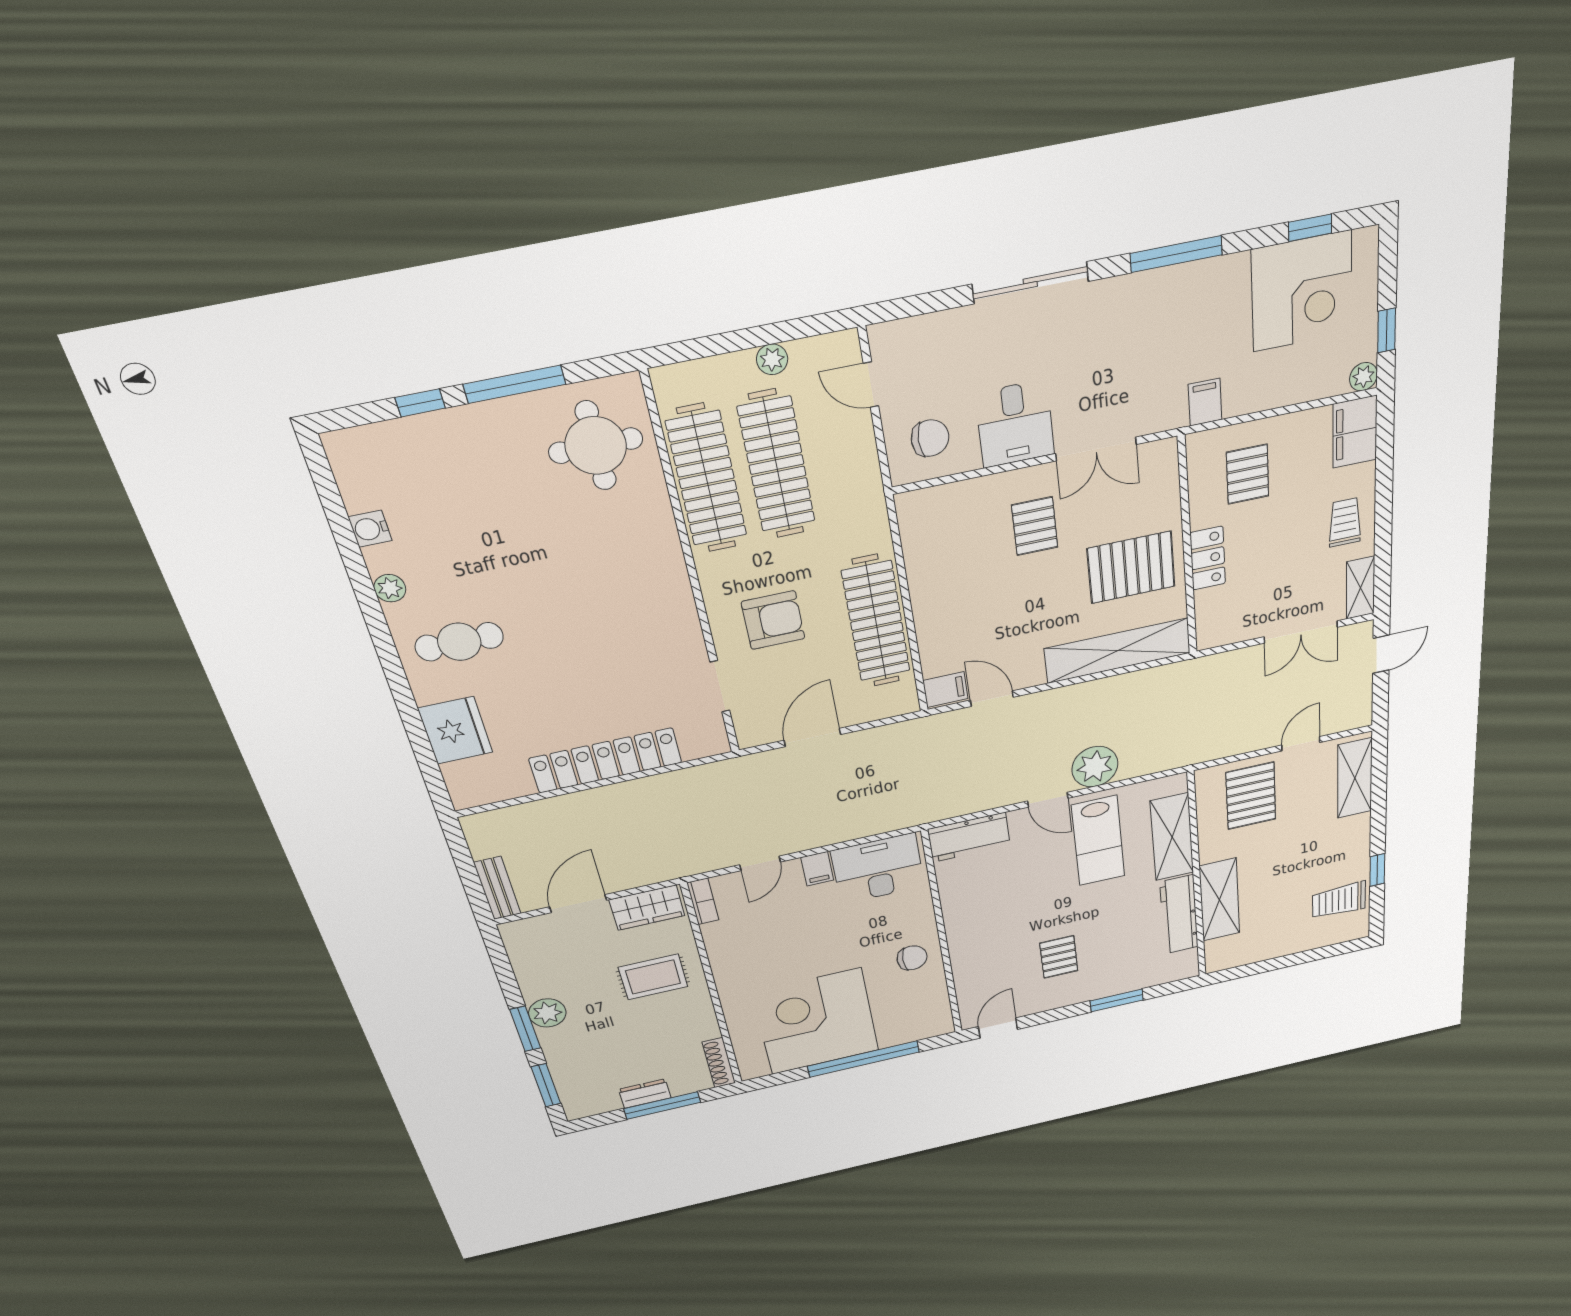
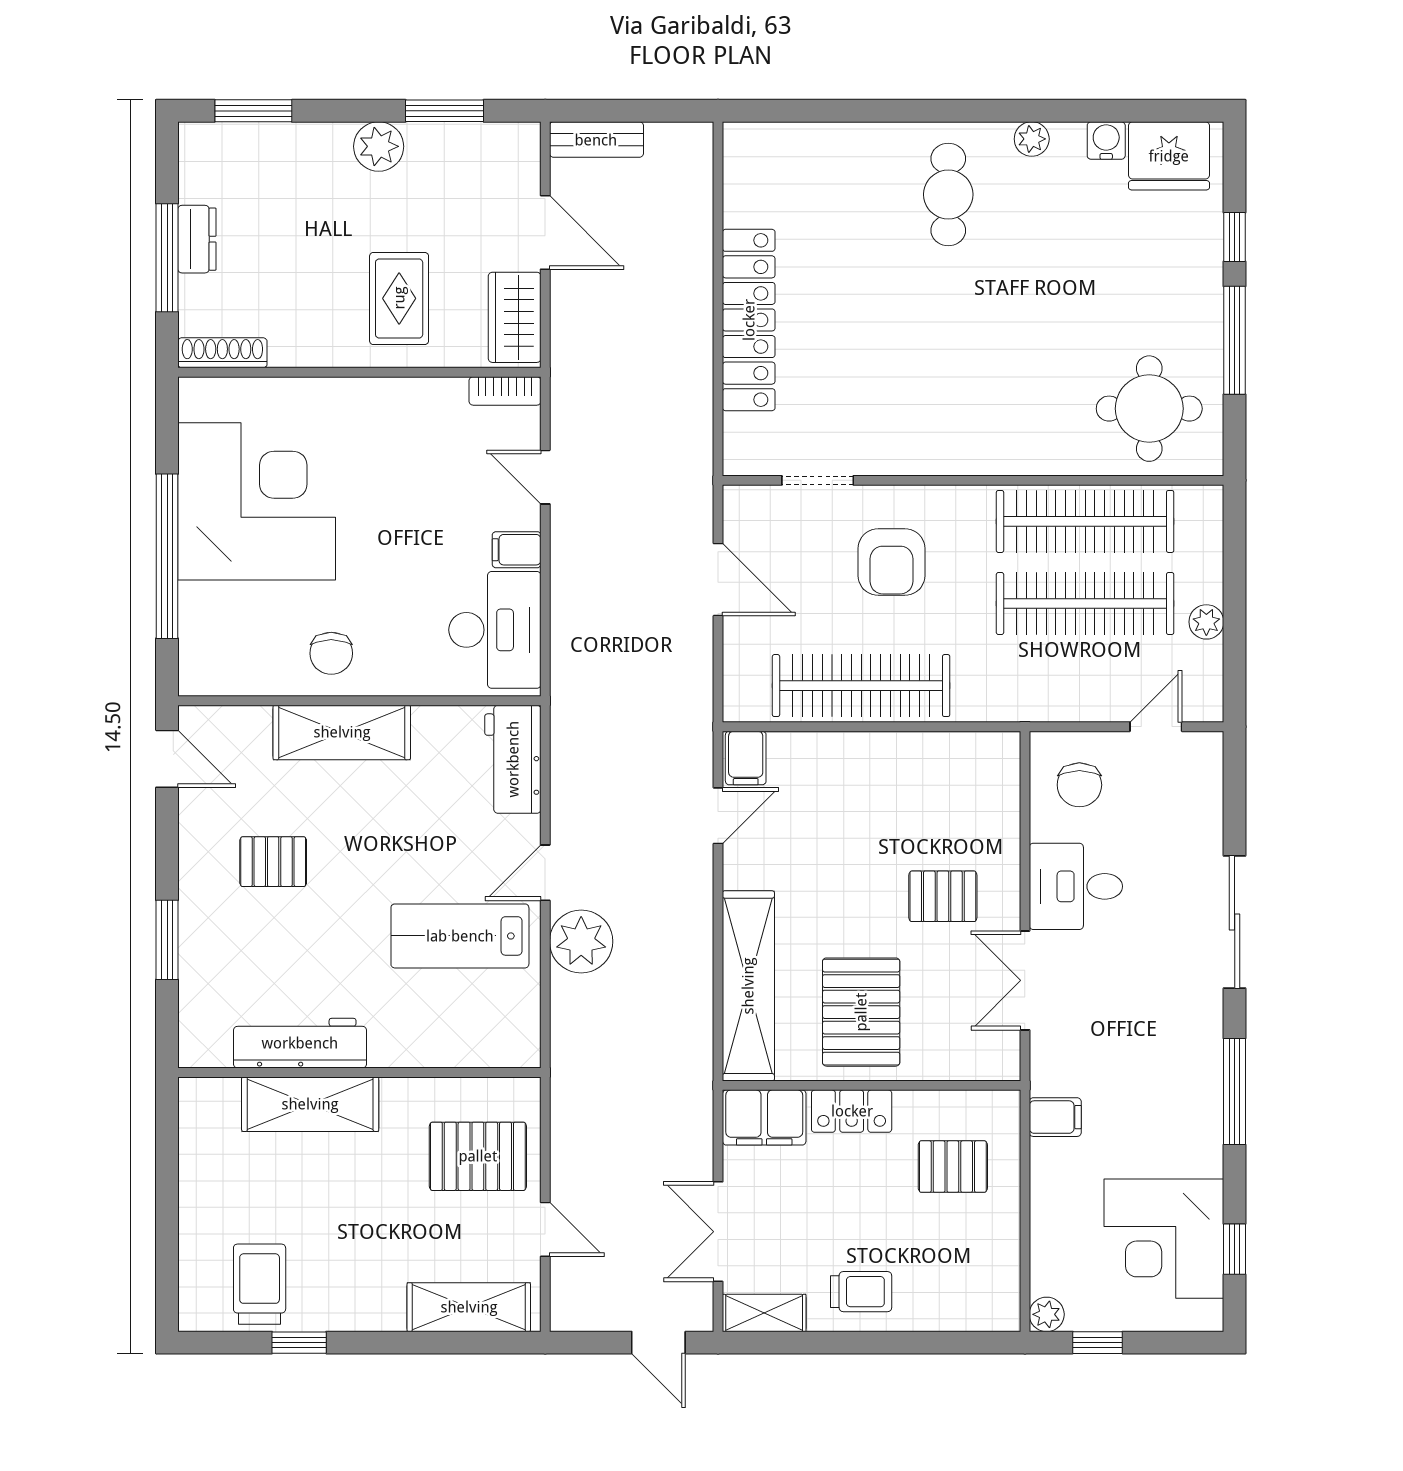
filing cabinet: (1355, 432) -> (764, 1117), moved, turned 180
fridge: (455, 730) -> (1169, 156), moved
shelving: (1172, 837) -> (342, 732), moved
window: (525, 1029) -> (445, 111), moved

